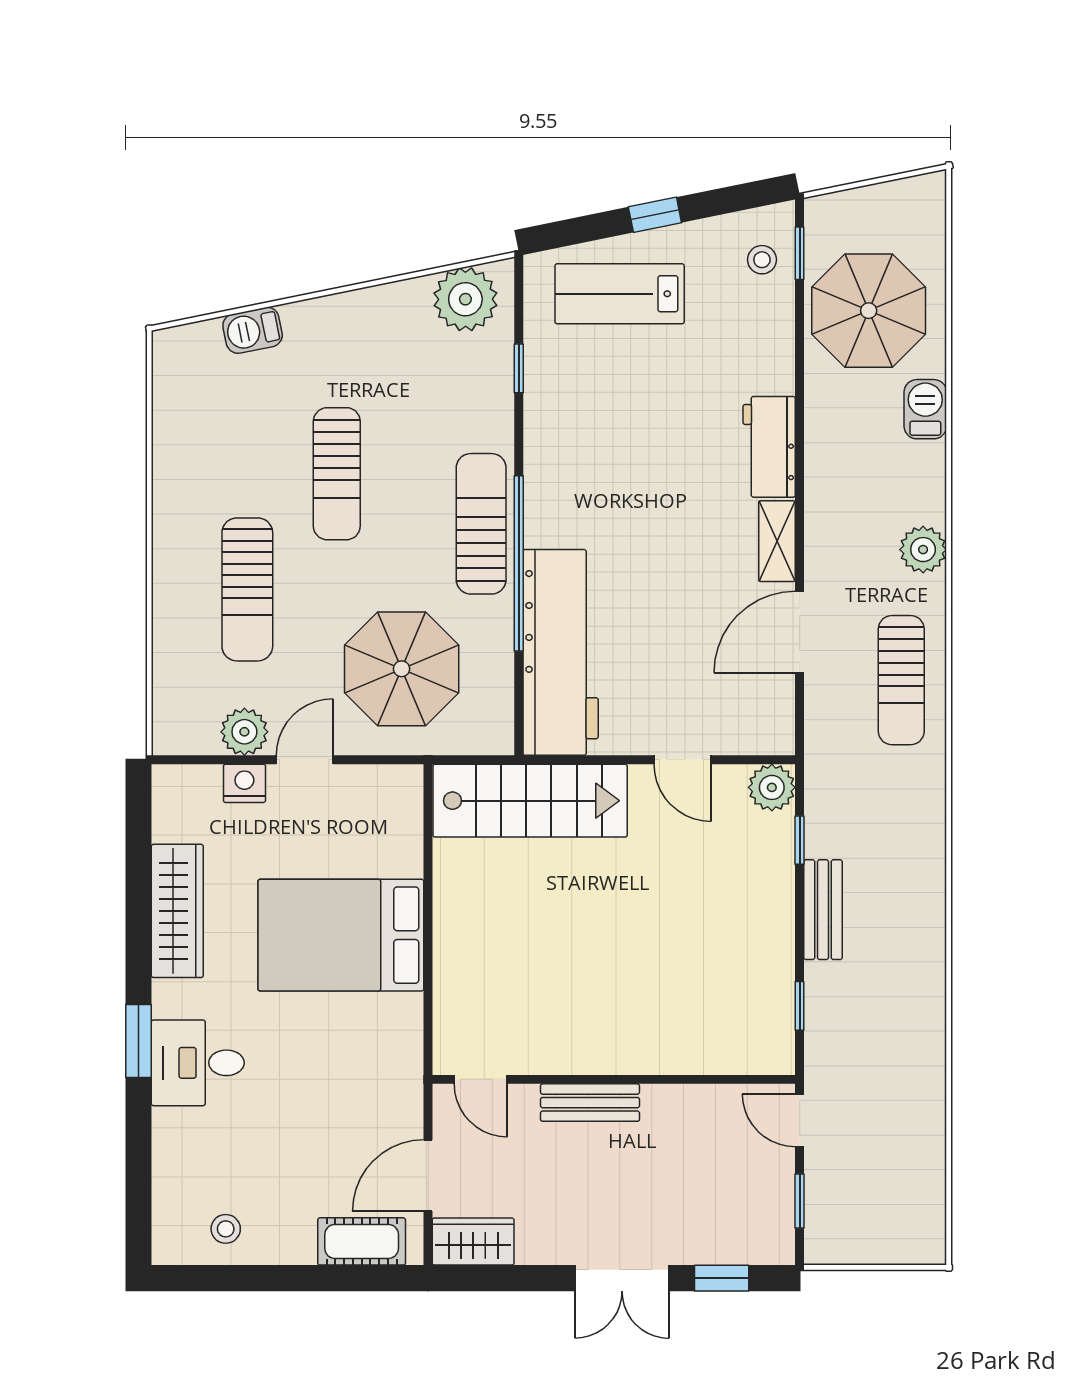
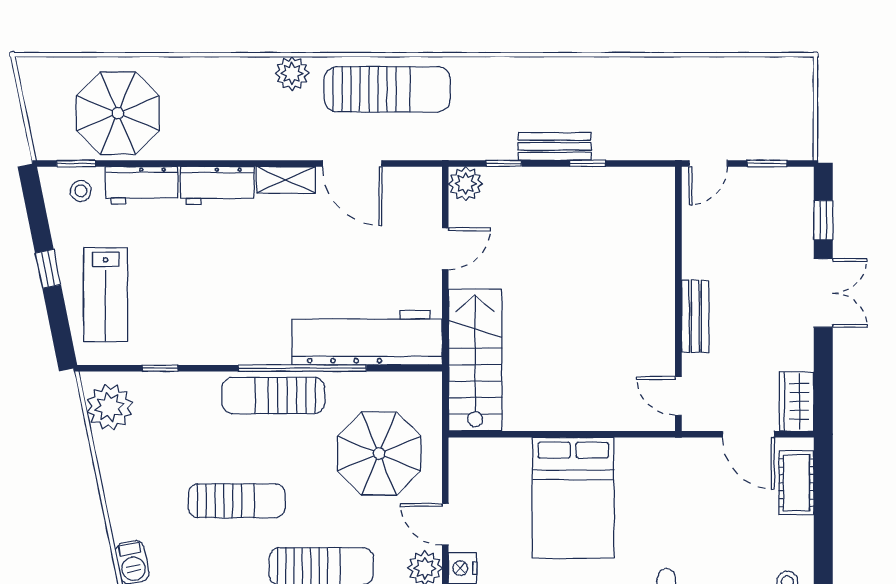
workbench: (770, 343) -> (142, 185), added
barbecue: (925, 409) -> (190, 72), removed
sun lounger: (901, 680) -> (387, 89), width x1.36, depth x1.34
window: (800, 1006) -> (587, 163), moved
door: (481, 1079) -> (678, 396), swing flipped

